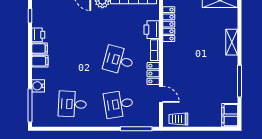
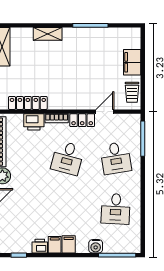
filing cabinet: (230, 115) -> (132, 62), moved, turned 90

